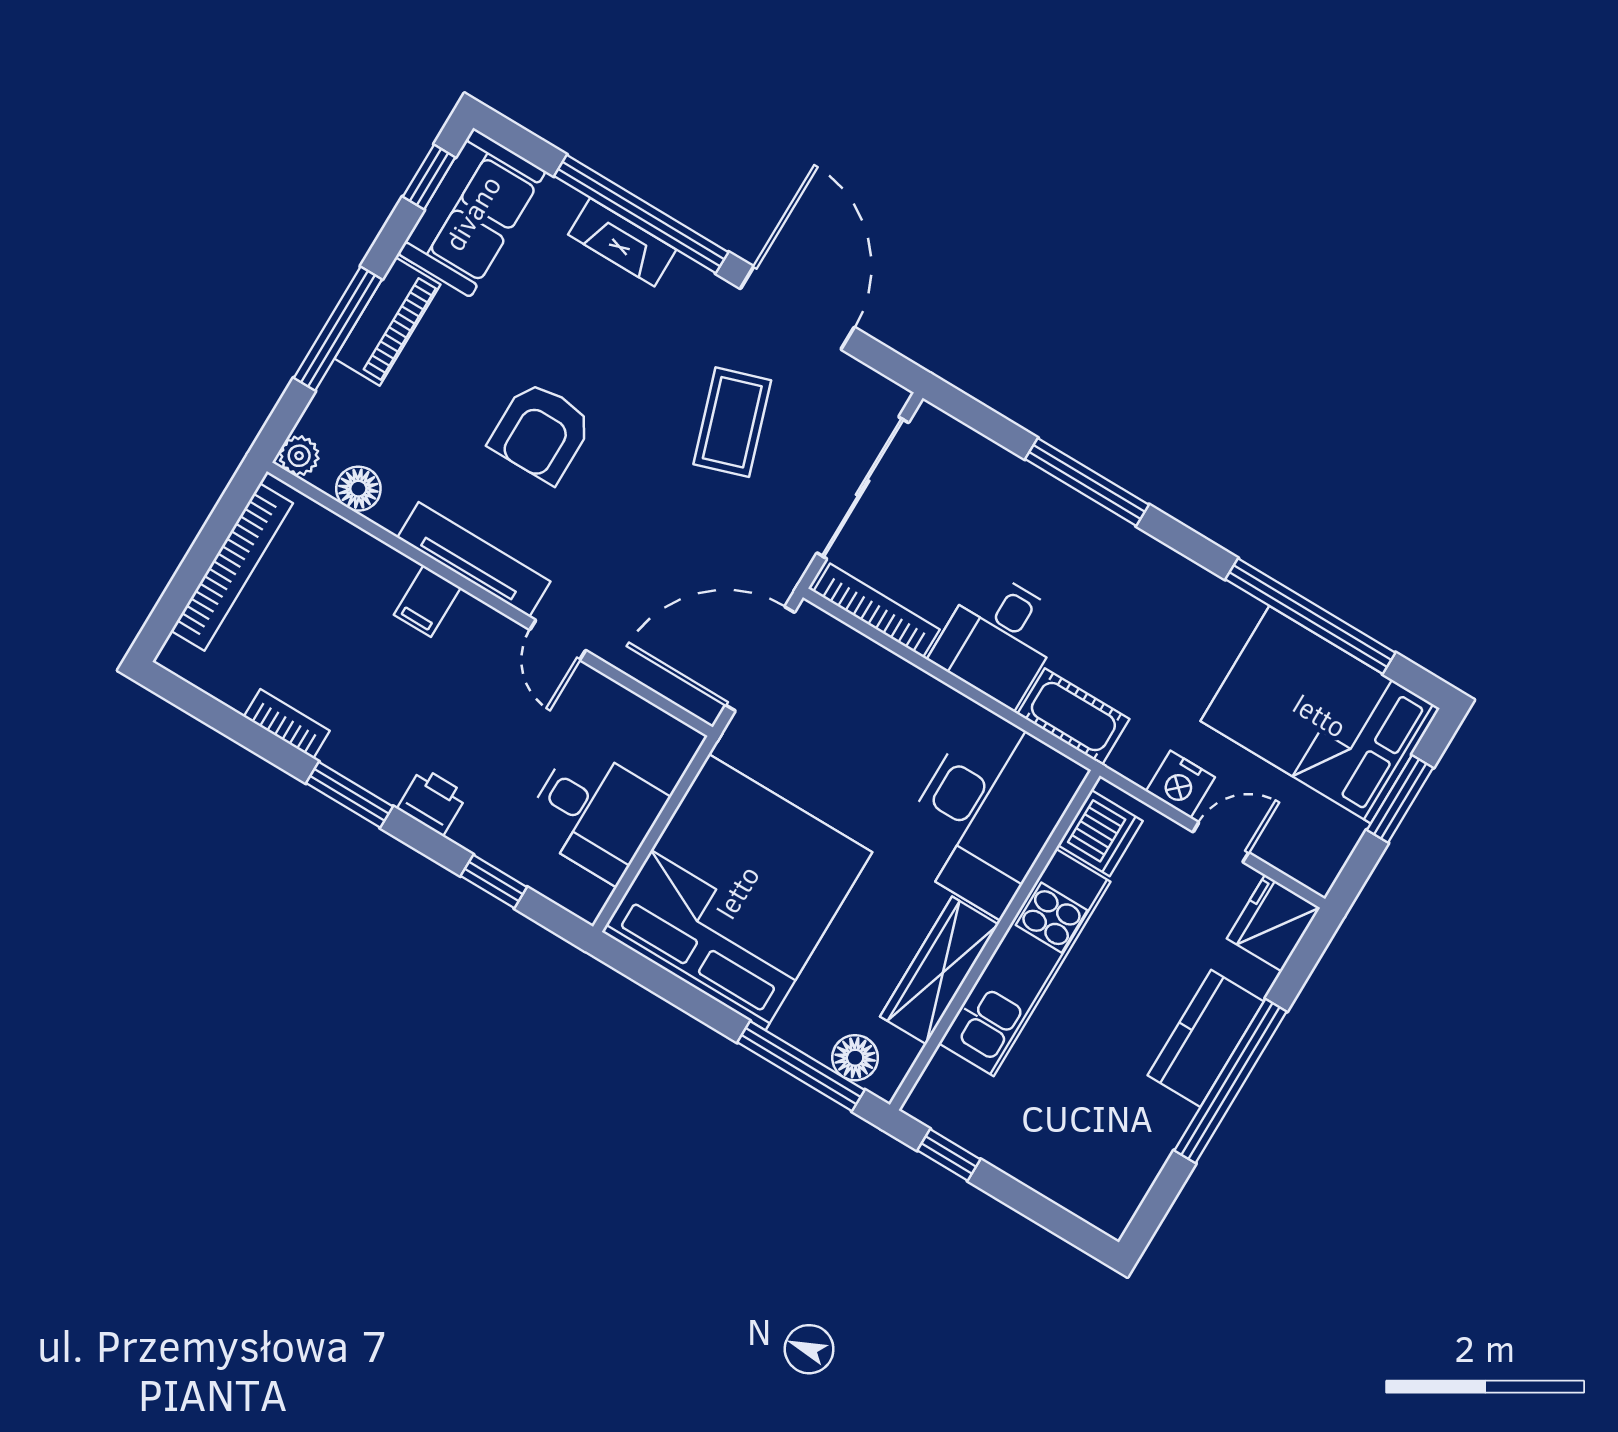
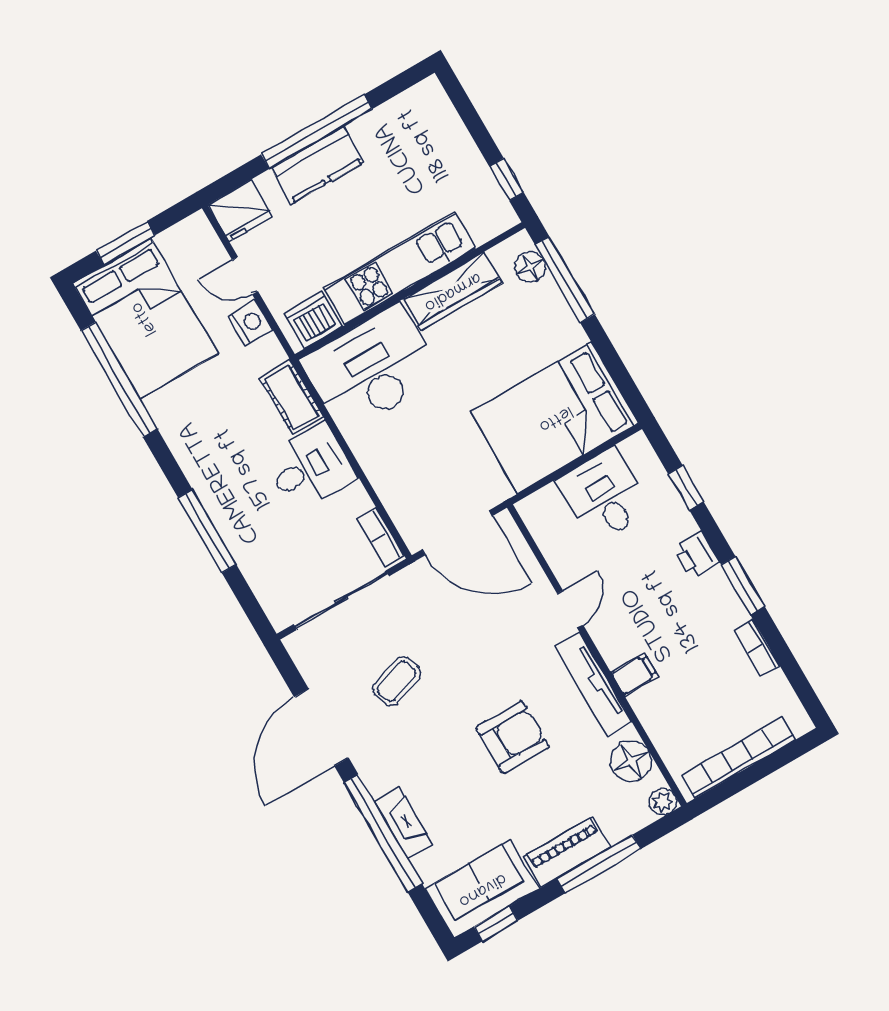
coffee table: (732, 422) -> (397, 681), width x0.73, depth x0.77
floor lamp: (358, 489) -> (631, 761), width x1.38, depth x1.38
bookcase: (877, 610) -> (381, 537), width x0.64
bed: (737, 892) -> (555, 418), width x0.73

